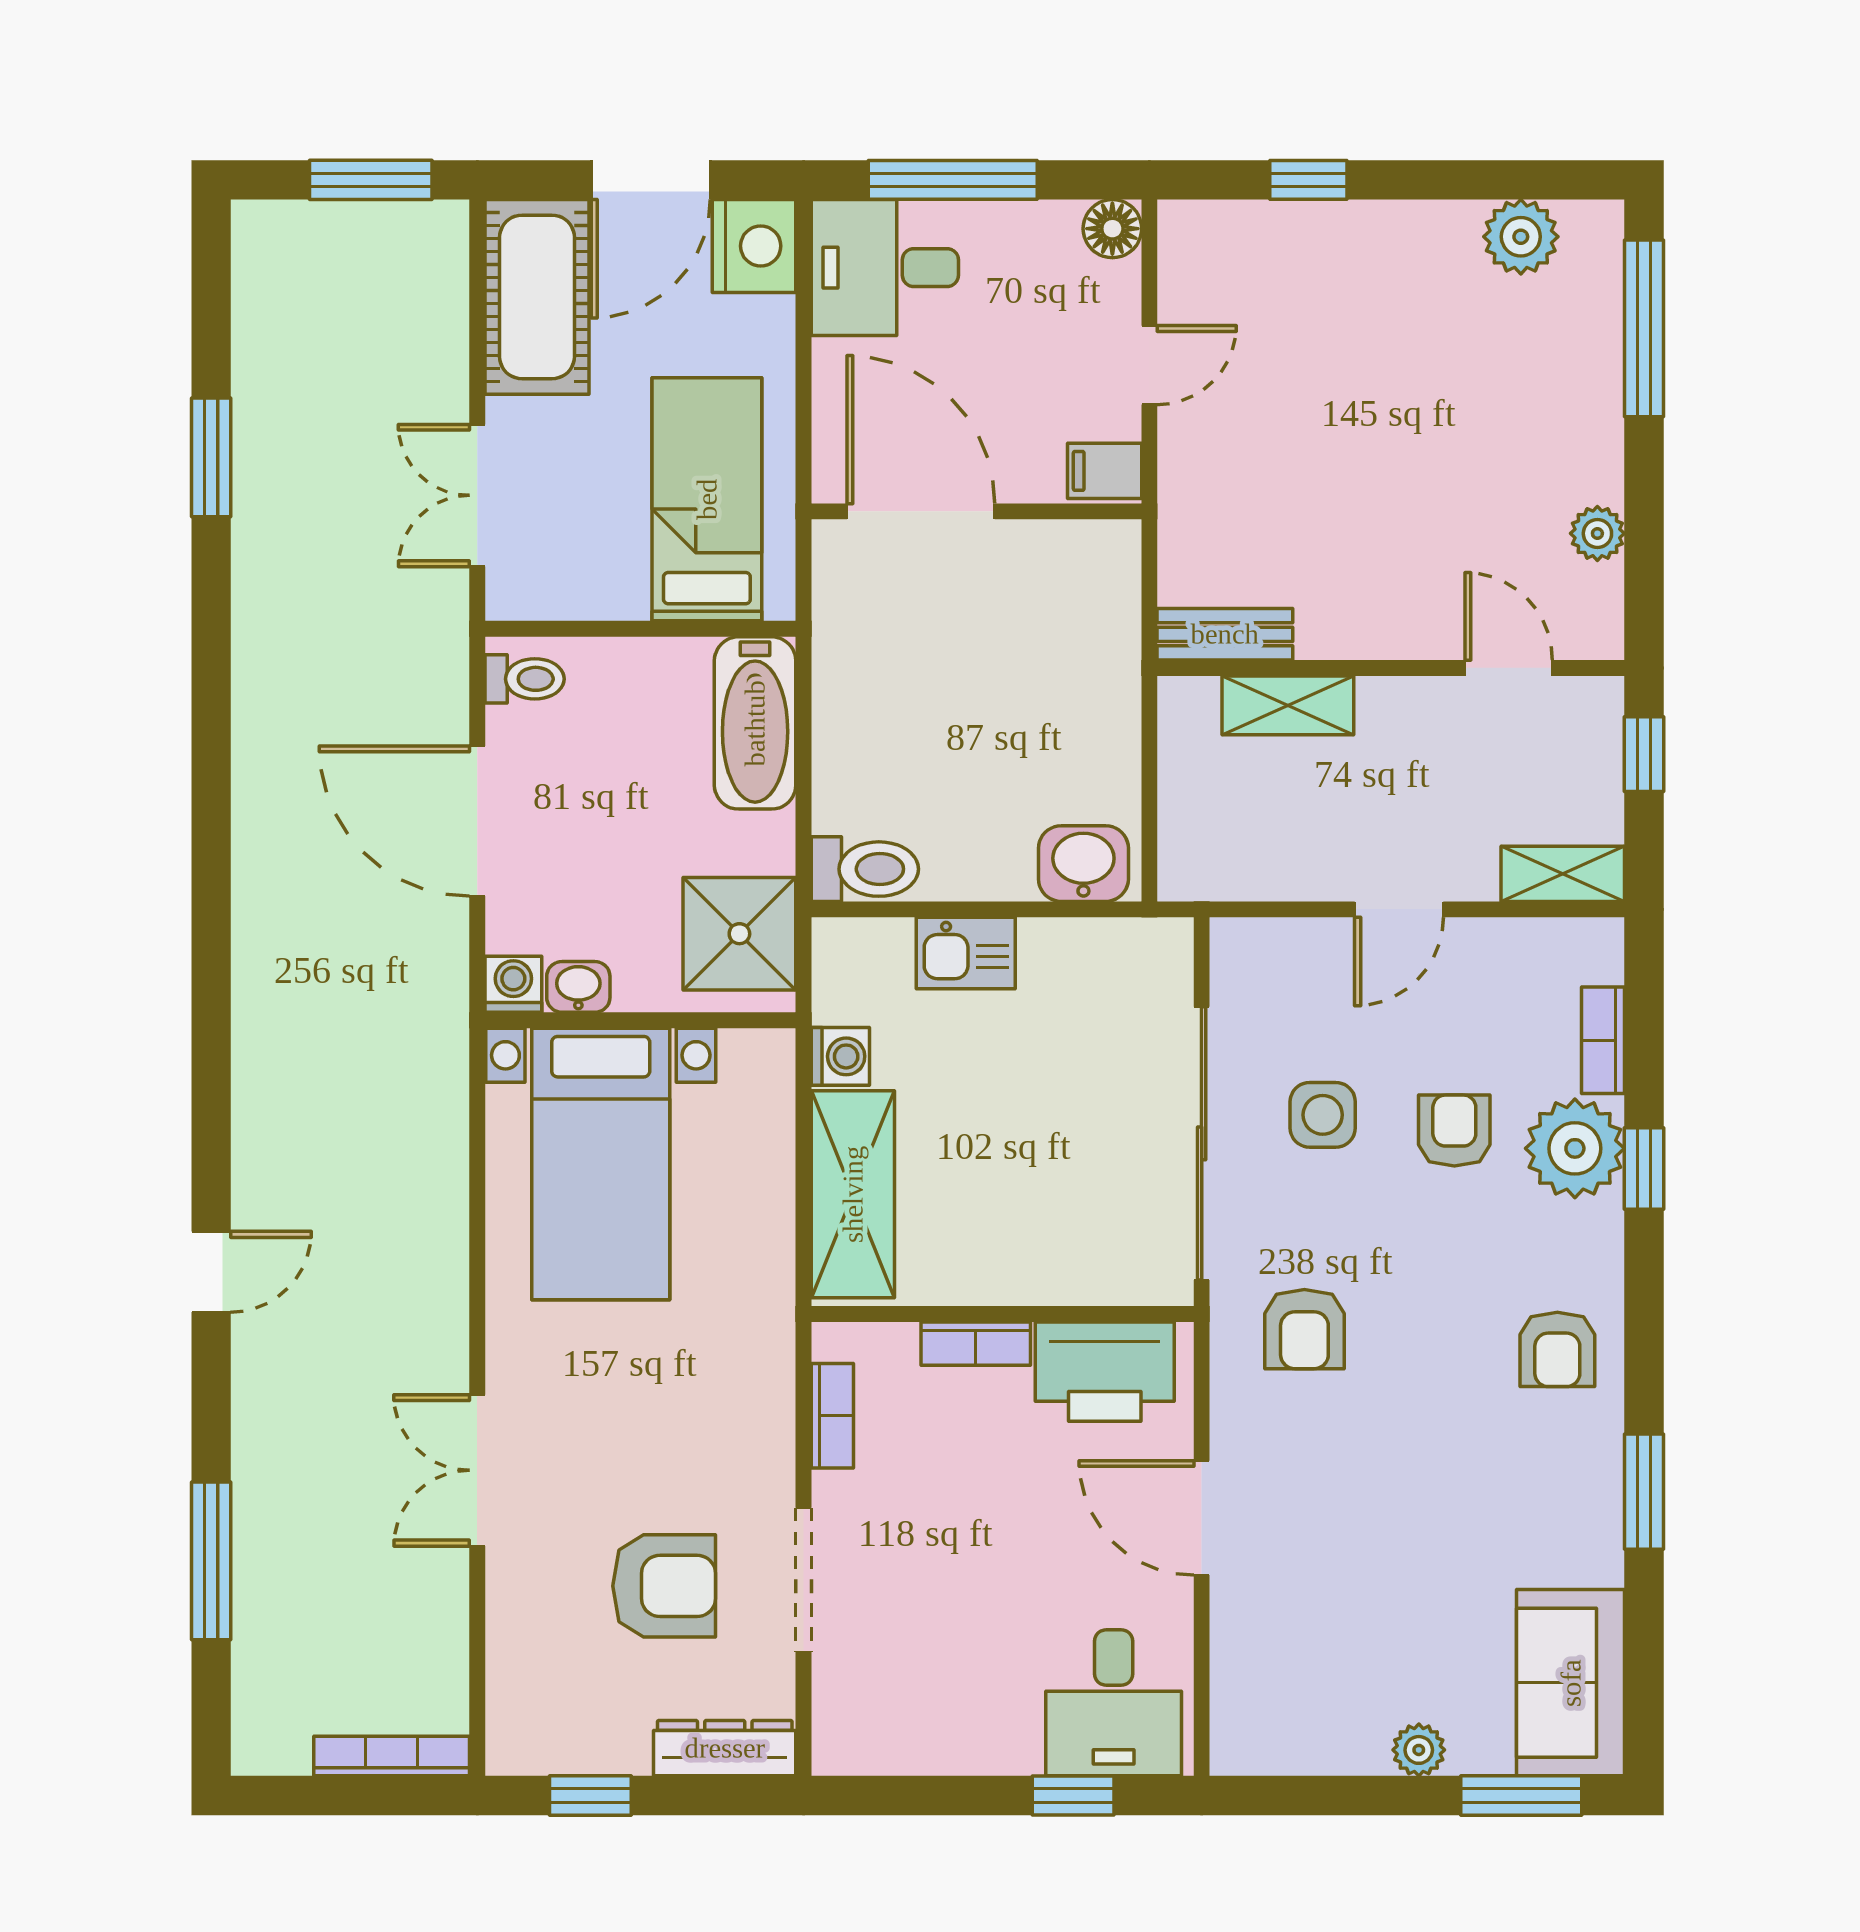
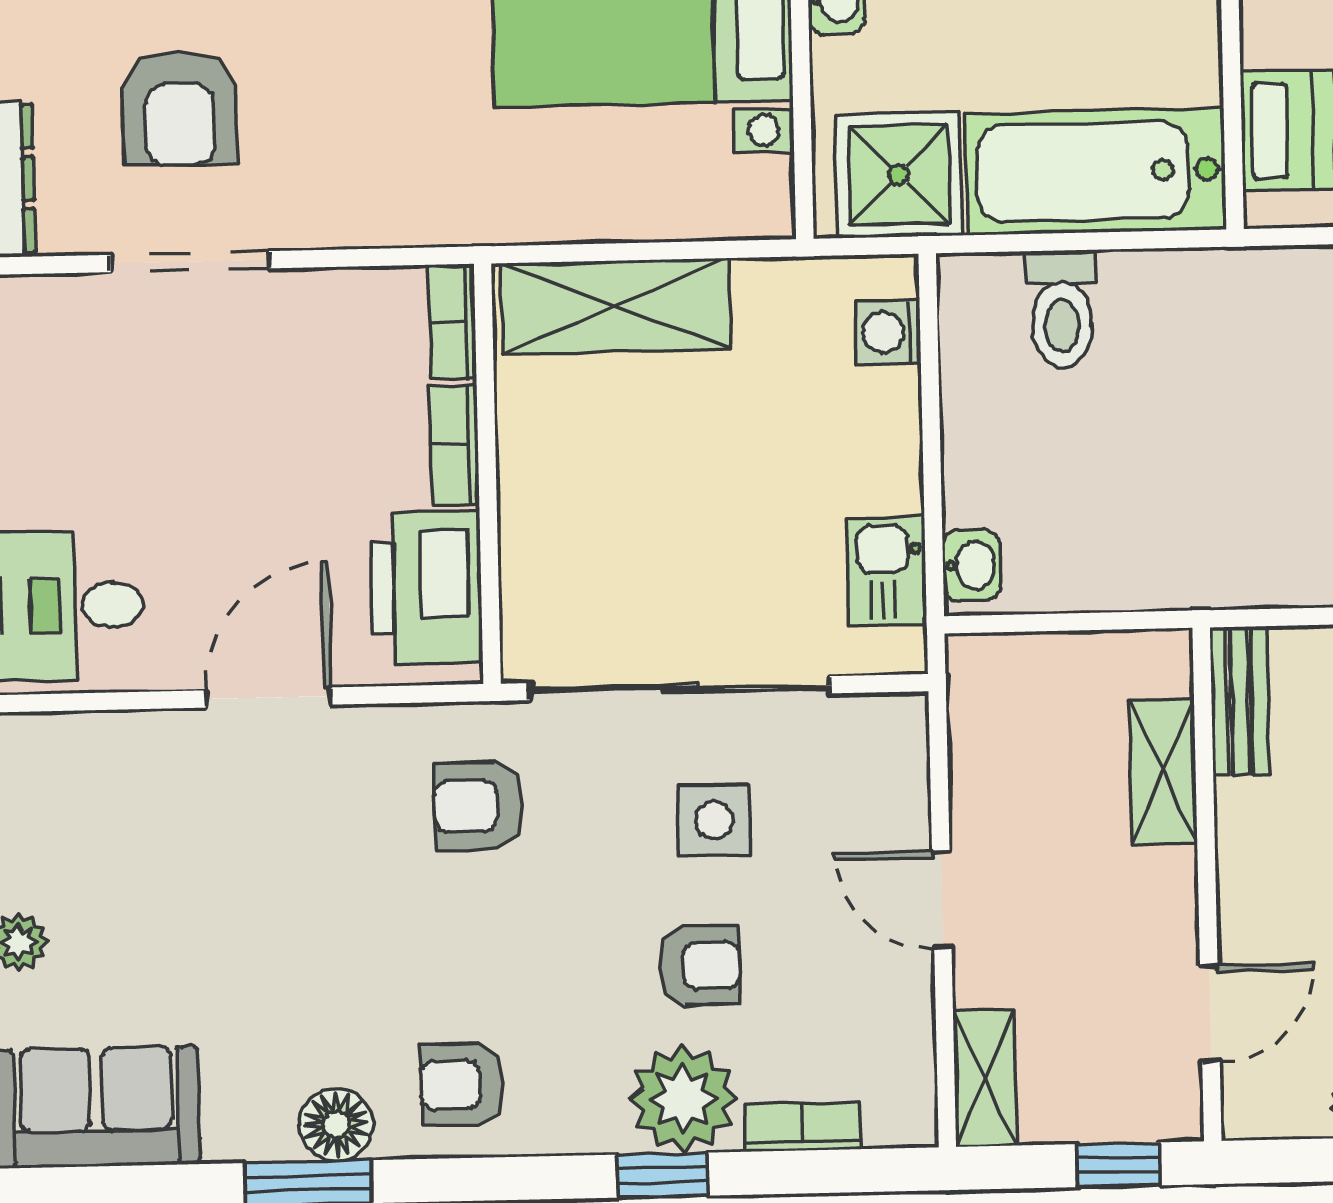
bathtub: (755, 723) -> (1096, 171), width x1.36, depth x1.36
washbasin: (1083, 864) -> (972, 565), width x0.72, depth x0.69
toilet: (865, 869) -> (1062, 309), moved
kitchen sink: (966, 953) -> (886, 571), moved
washing machine: (840, 1056) -> (888, 332), moved, turned 90
bookcase: (832, 1416) -> (452, 322), moved, turned 90
floor lamp: (1591, 1465) -> (336, 1124), added

